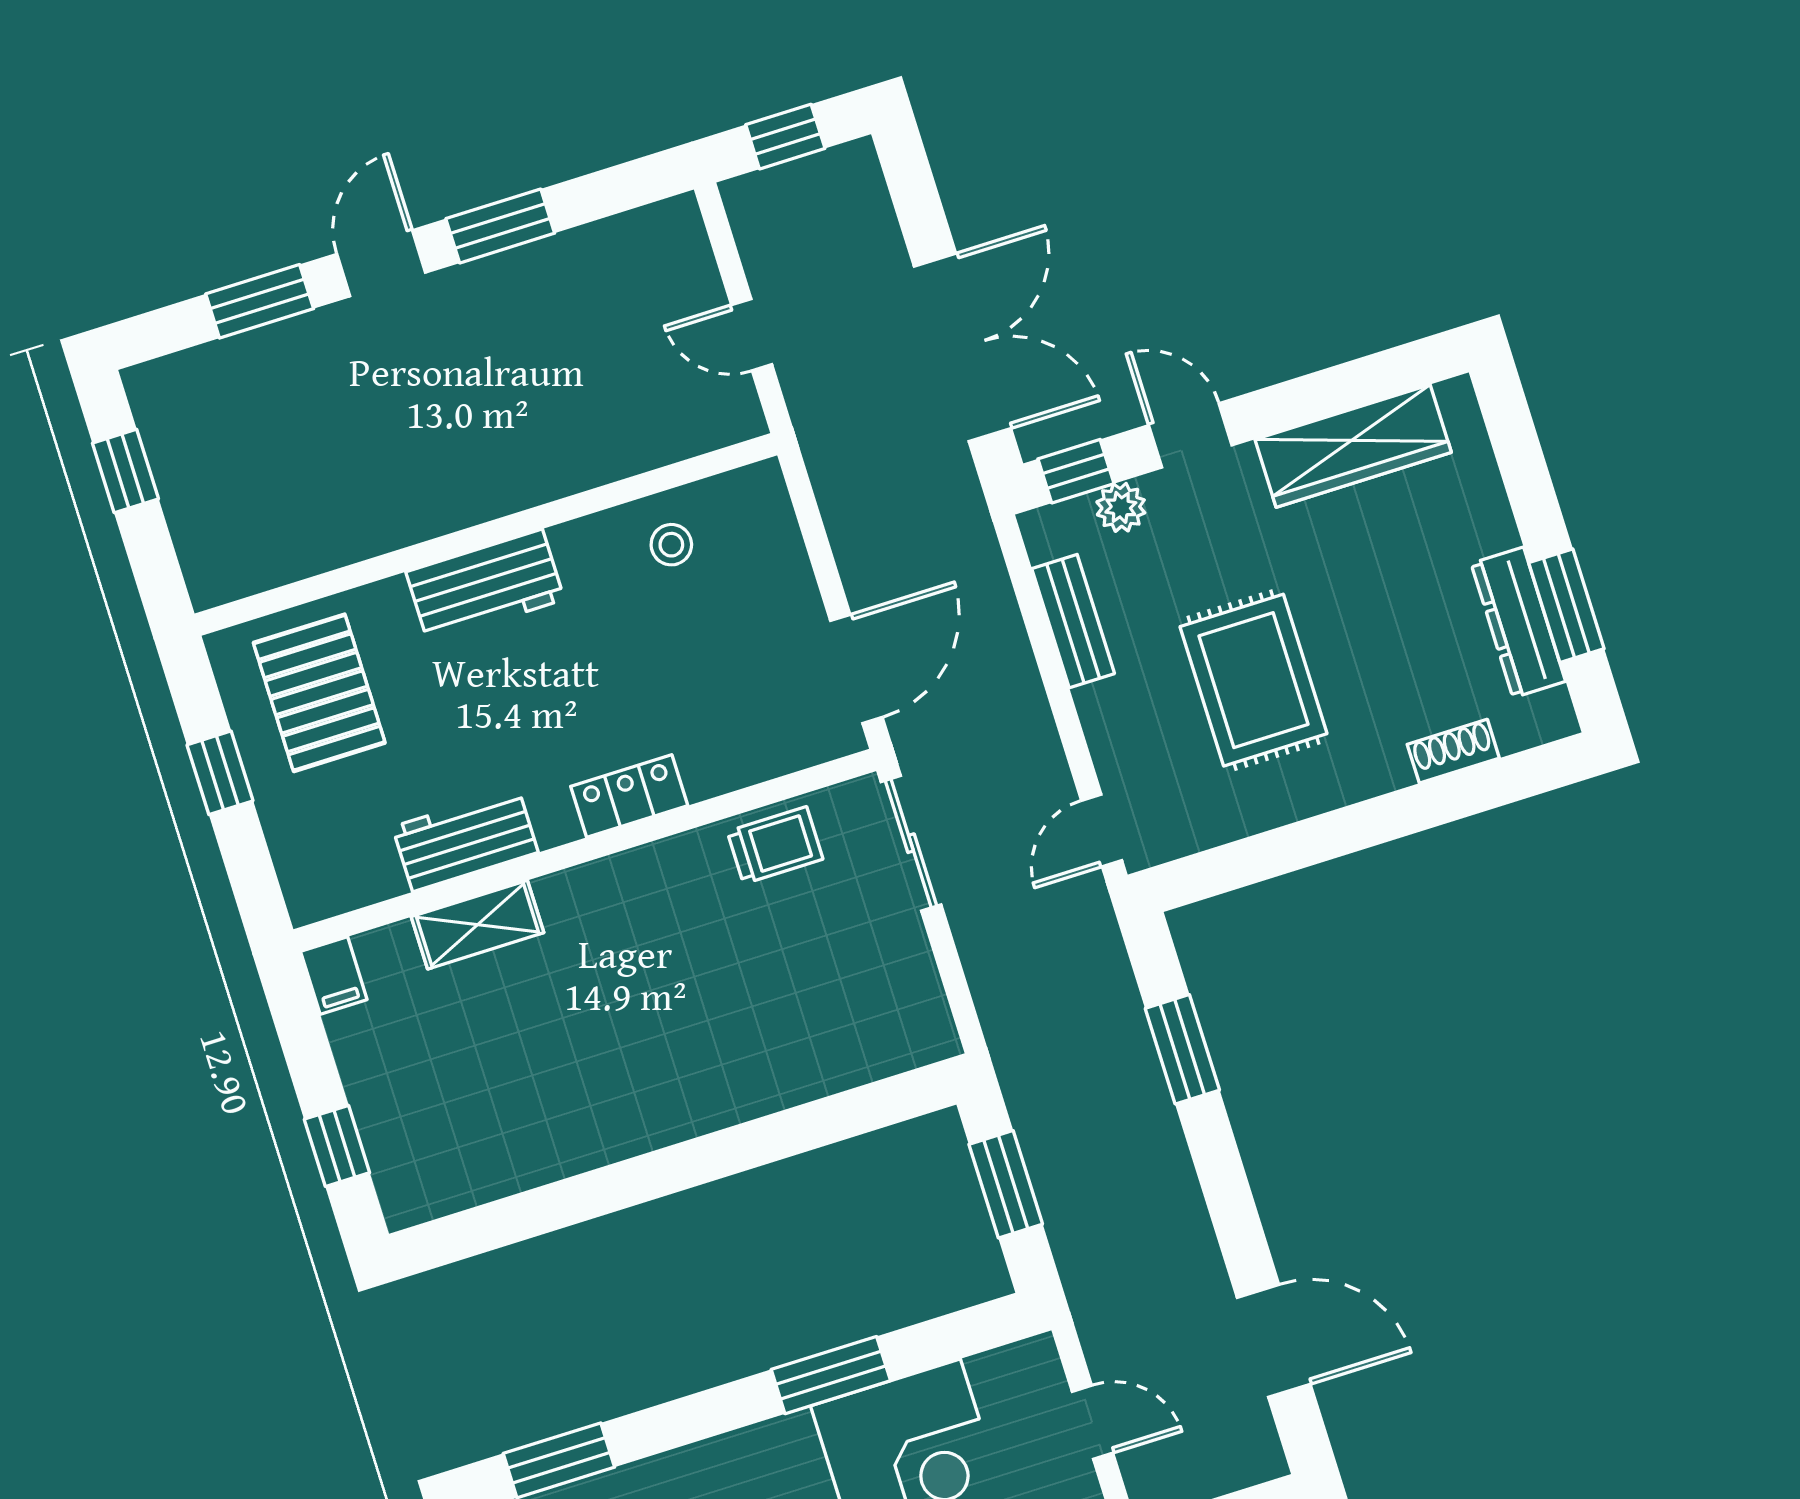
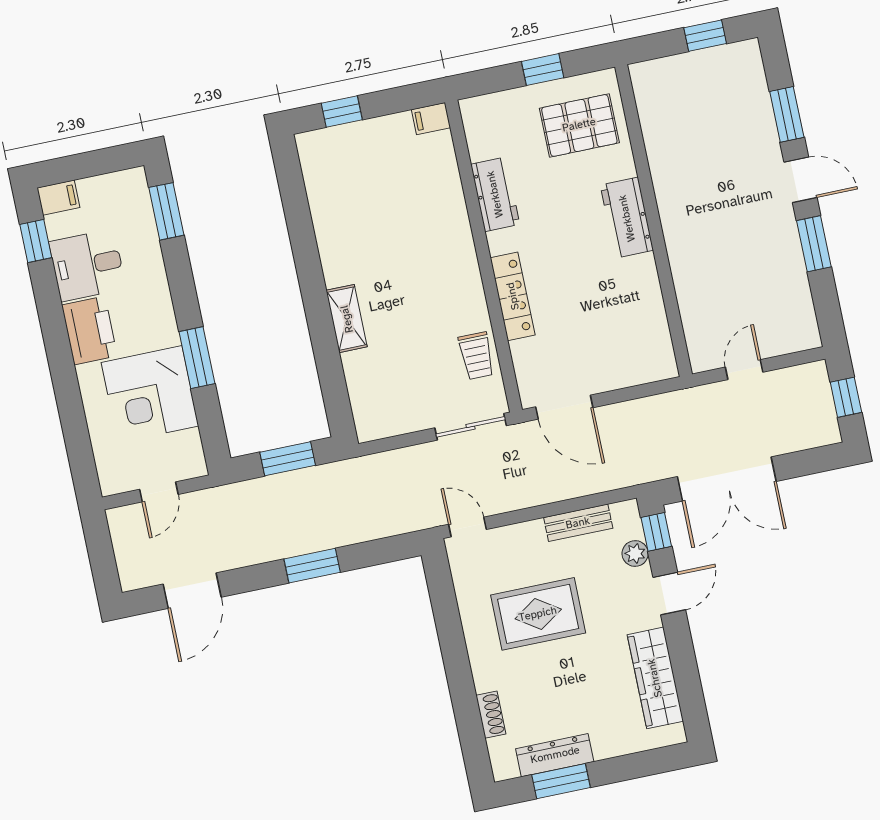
stool: (671, 545) -> (639, 317), removed
locker: (629, 796) -> (513, 296), width x1.53
shelving: (478, 925) -> (347, 319), moved
window: (1182, 1049) -> (312, 566), moved

